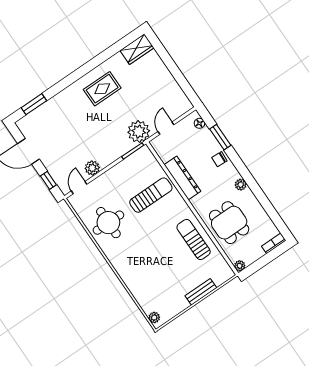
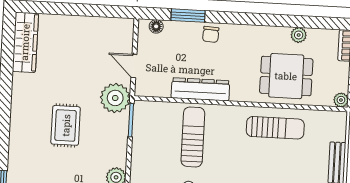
wardrobe: (137, 49) -> (25, 42), width x1.50
rug: (102, 89) -> (66, 125), moved
plant: (241, 185) -> (299, 35), moved
sun lounger: (194, 240) -> (275, 128), turned 180

